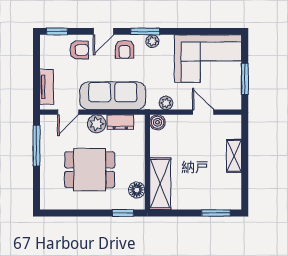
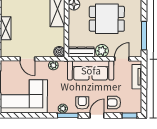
dresser: (120, 122) -> (81, 52), width x1.44

